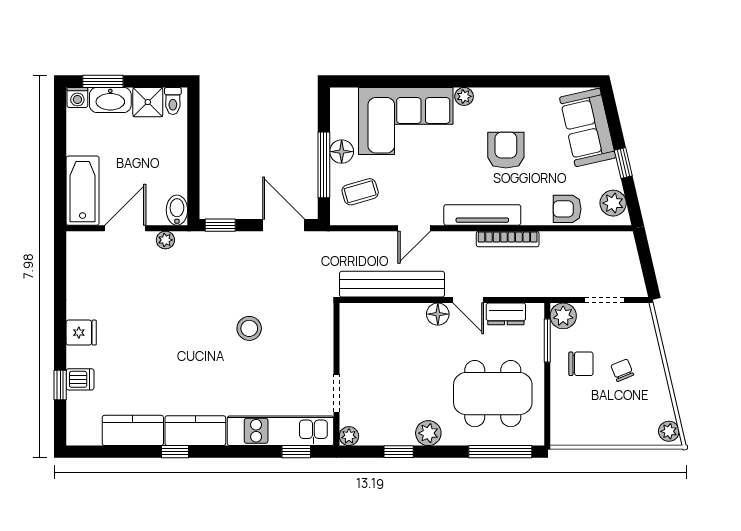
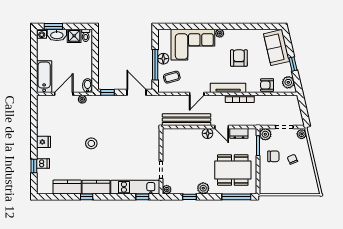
stool: (249, 328) -> (91, 143), moved
plant: (669, 431) -> (302, 134), moved

